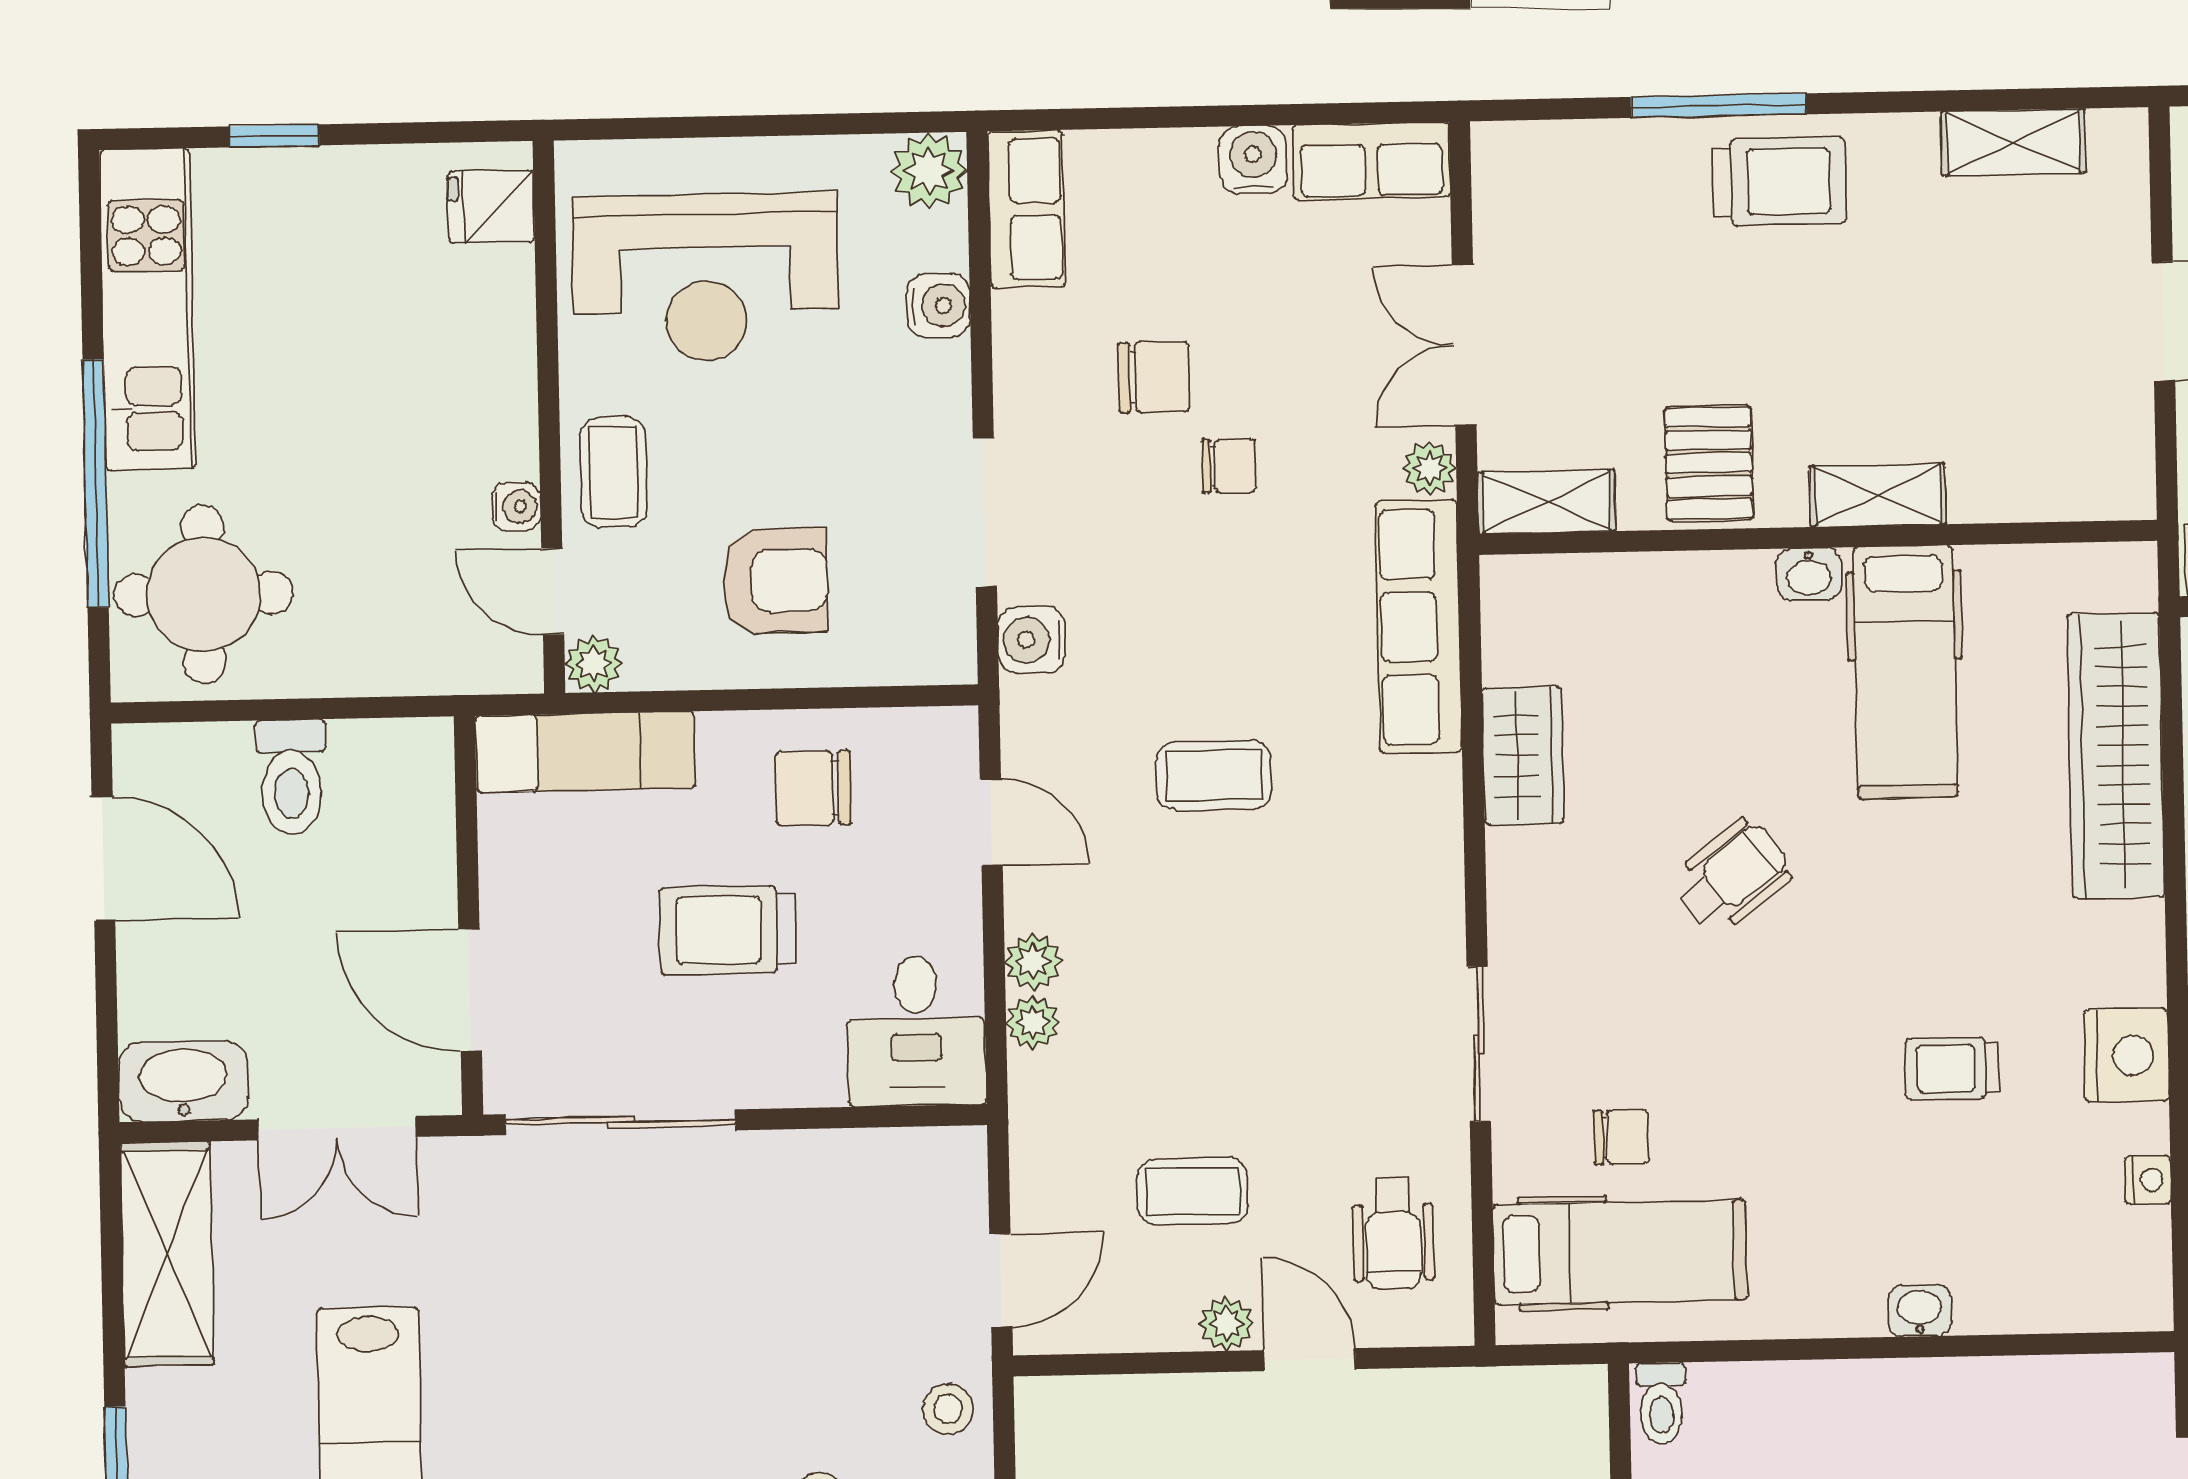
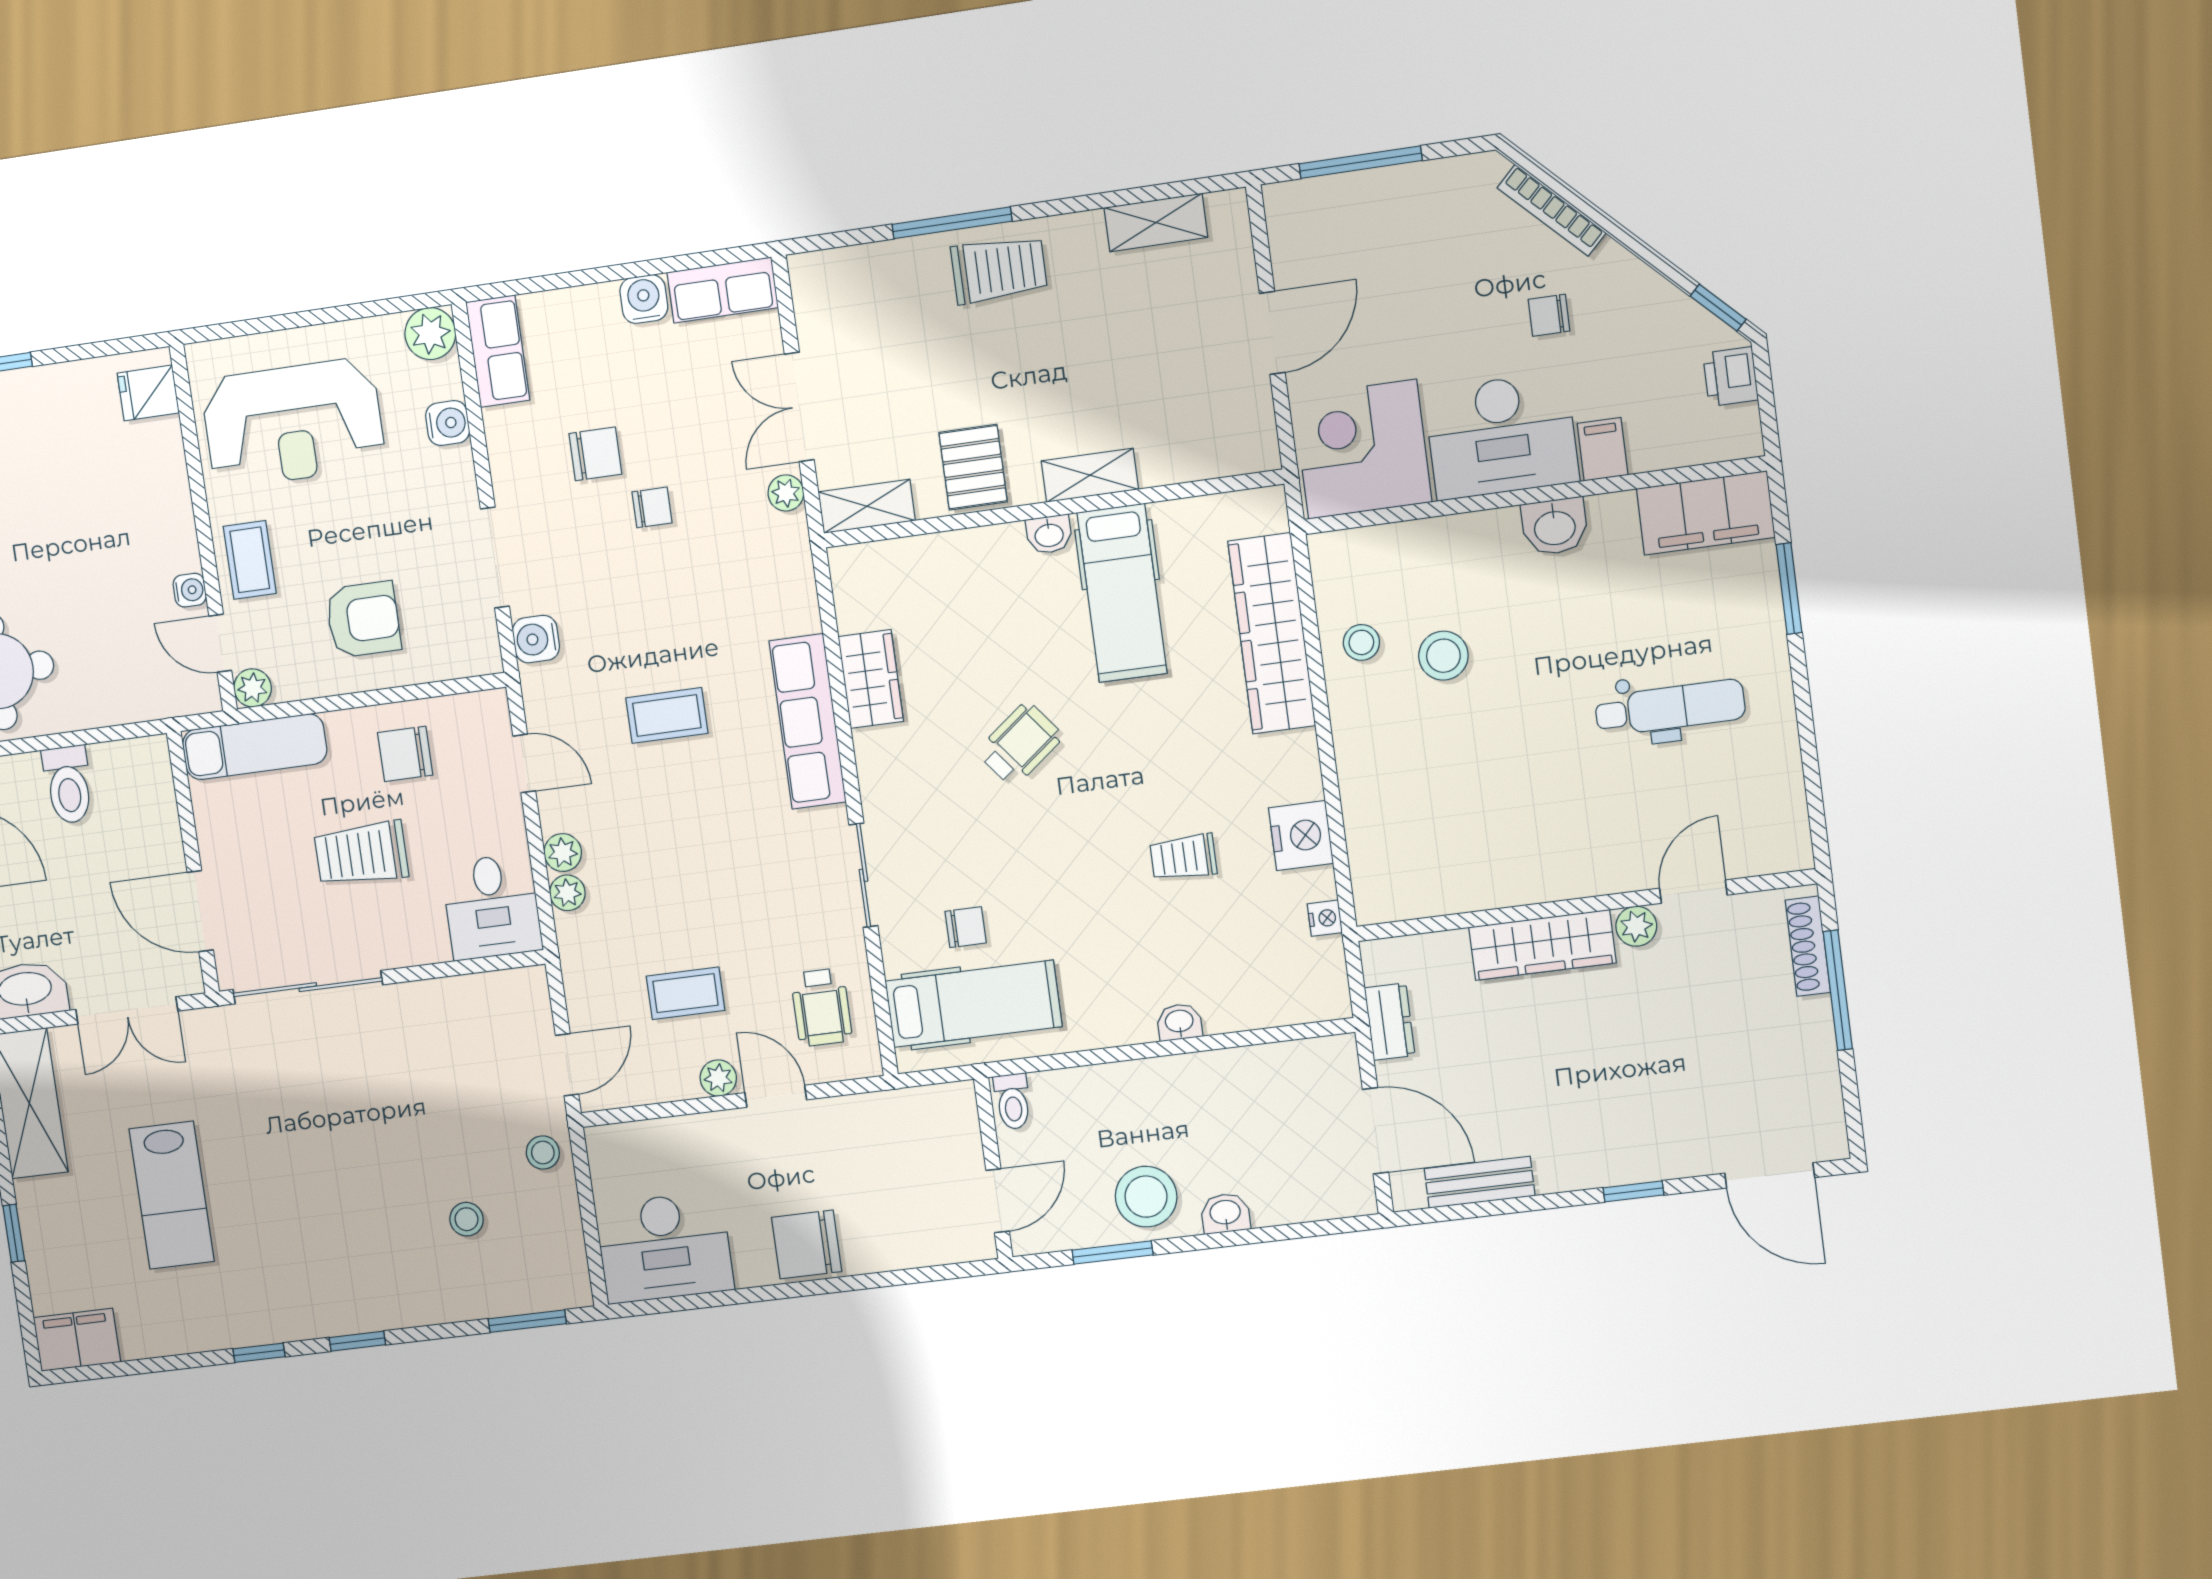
row of seats: (1419, 627) -> (808, 721), moved

